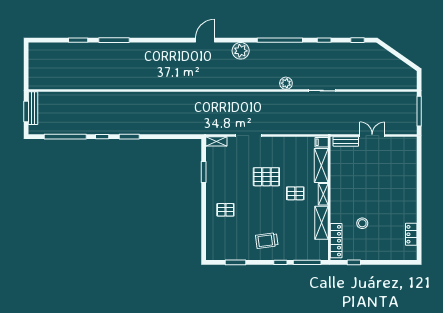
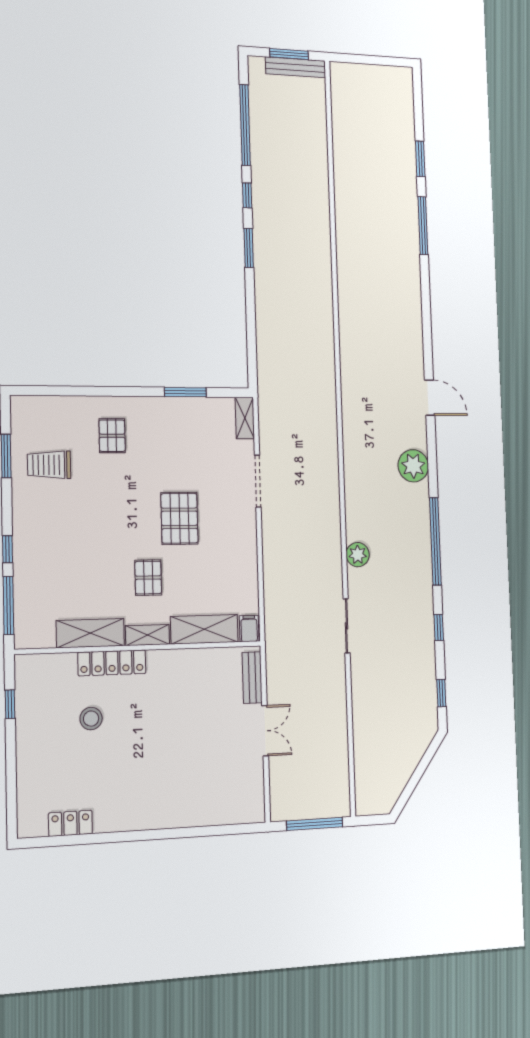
trolley: (267, 241) -> (49, 465), moved, turned -83
locker: (336, 241) -> (112, 663), moved

